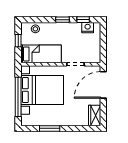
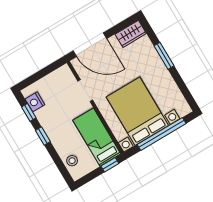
window: (18, 41) -> (110, 165), moved
window: (50, 128) -> (164, 56), moved

